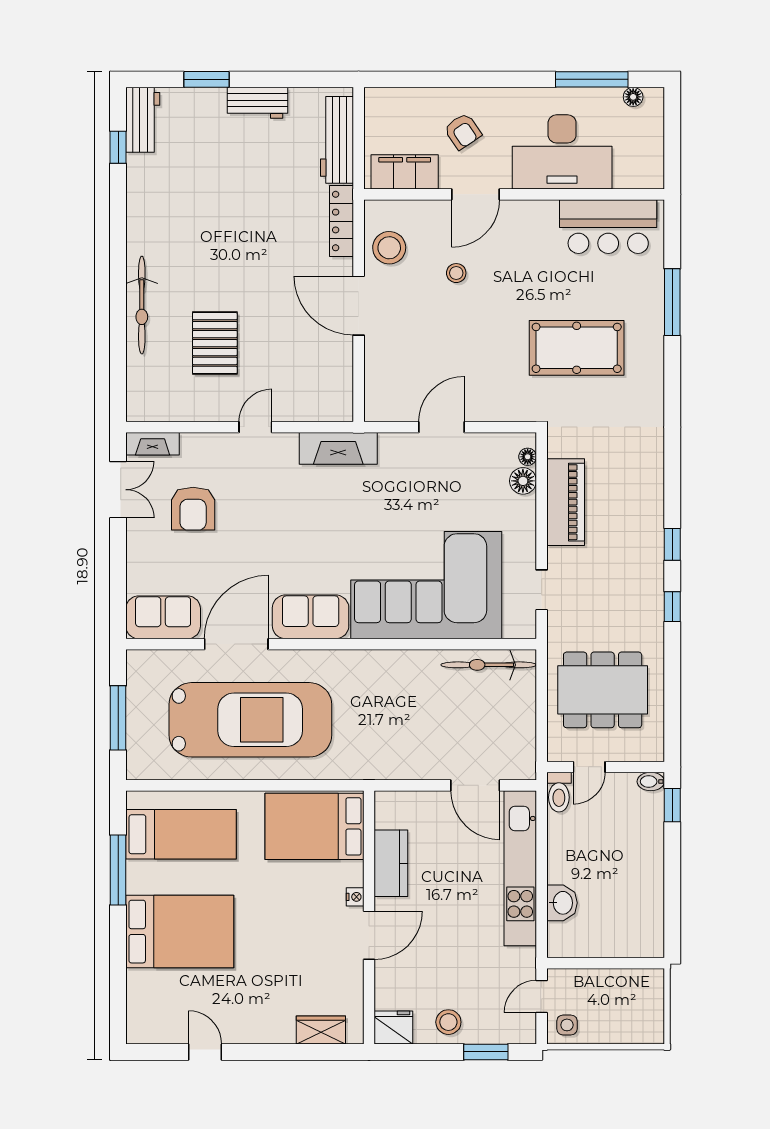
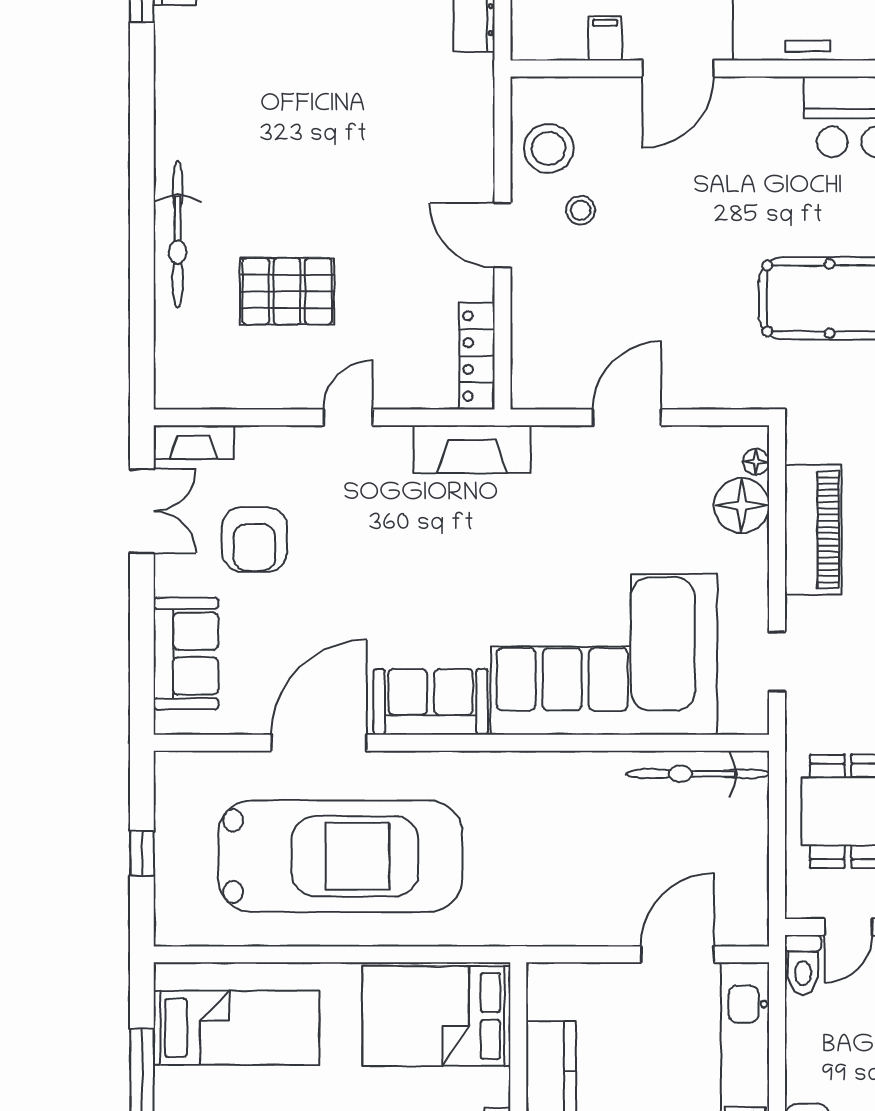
filing cabinet: (405, 172) -> (605, 38), width x0.33, depth x0.86
locker: (342, 221) -> (477, 356), moved
stool: (456, 273) -> (581, 210), moved
door: (359, 306) -> (503, 235), width x0.73
pallet: (215, 343) -> (287, 291), turned 90
floor lamp: (523, 481) -> (742, 506), width x1.38, depth x1.38
sofa: (163, 617) -> (186, 654), moved, turned 90
window: (118, 718) -> (142, 853), width x0.46
door: (475, 785) -> (678, 954), swing flipped

